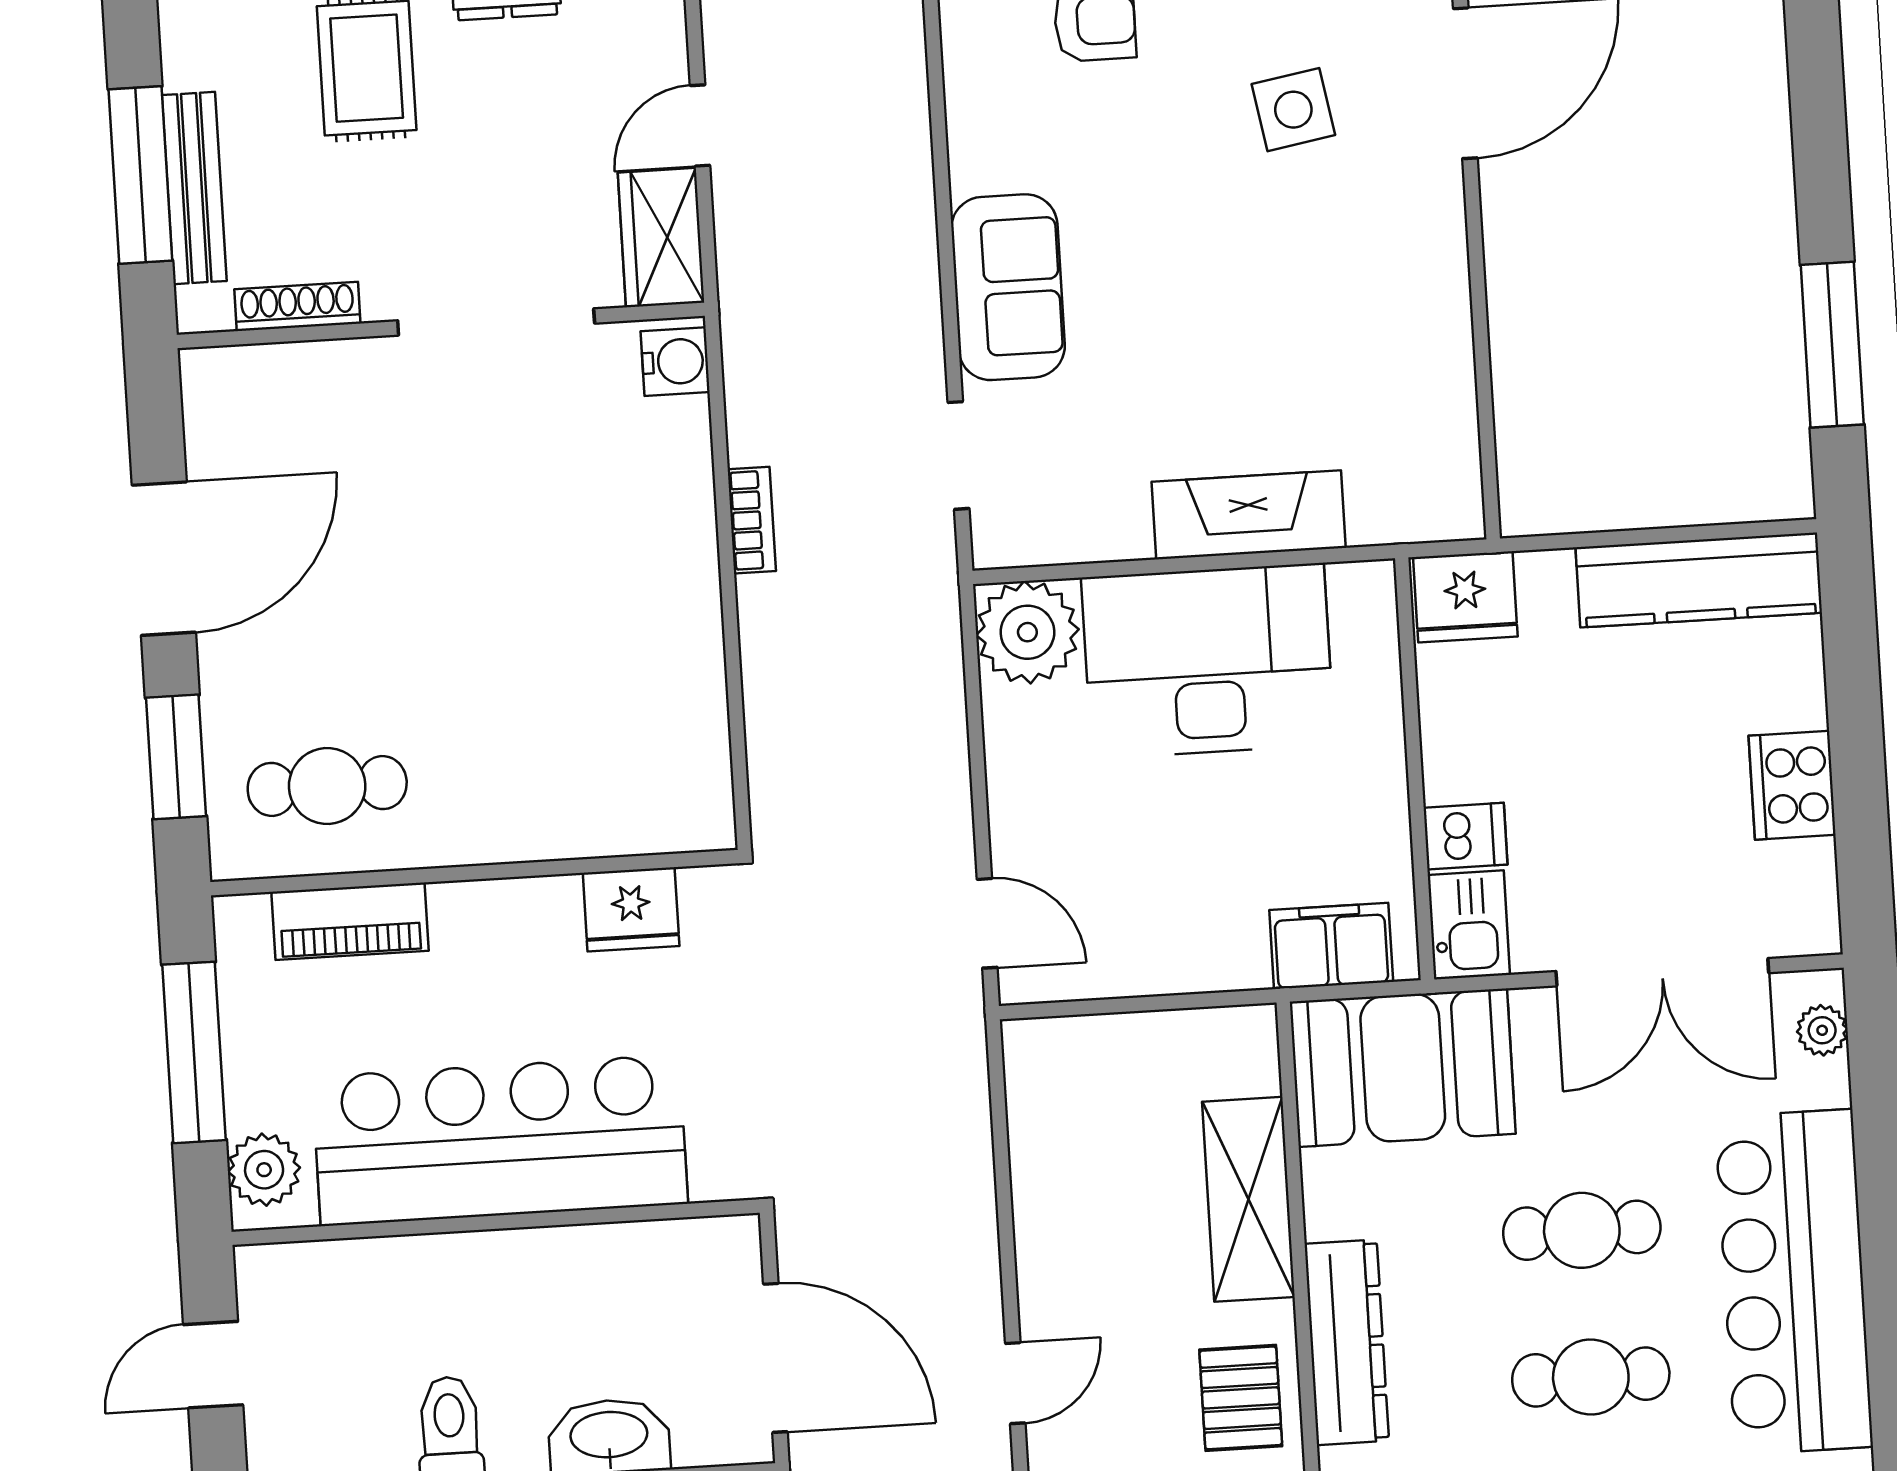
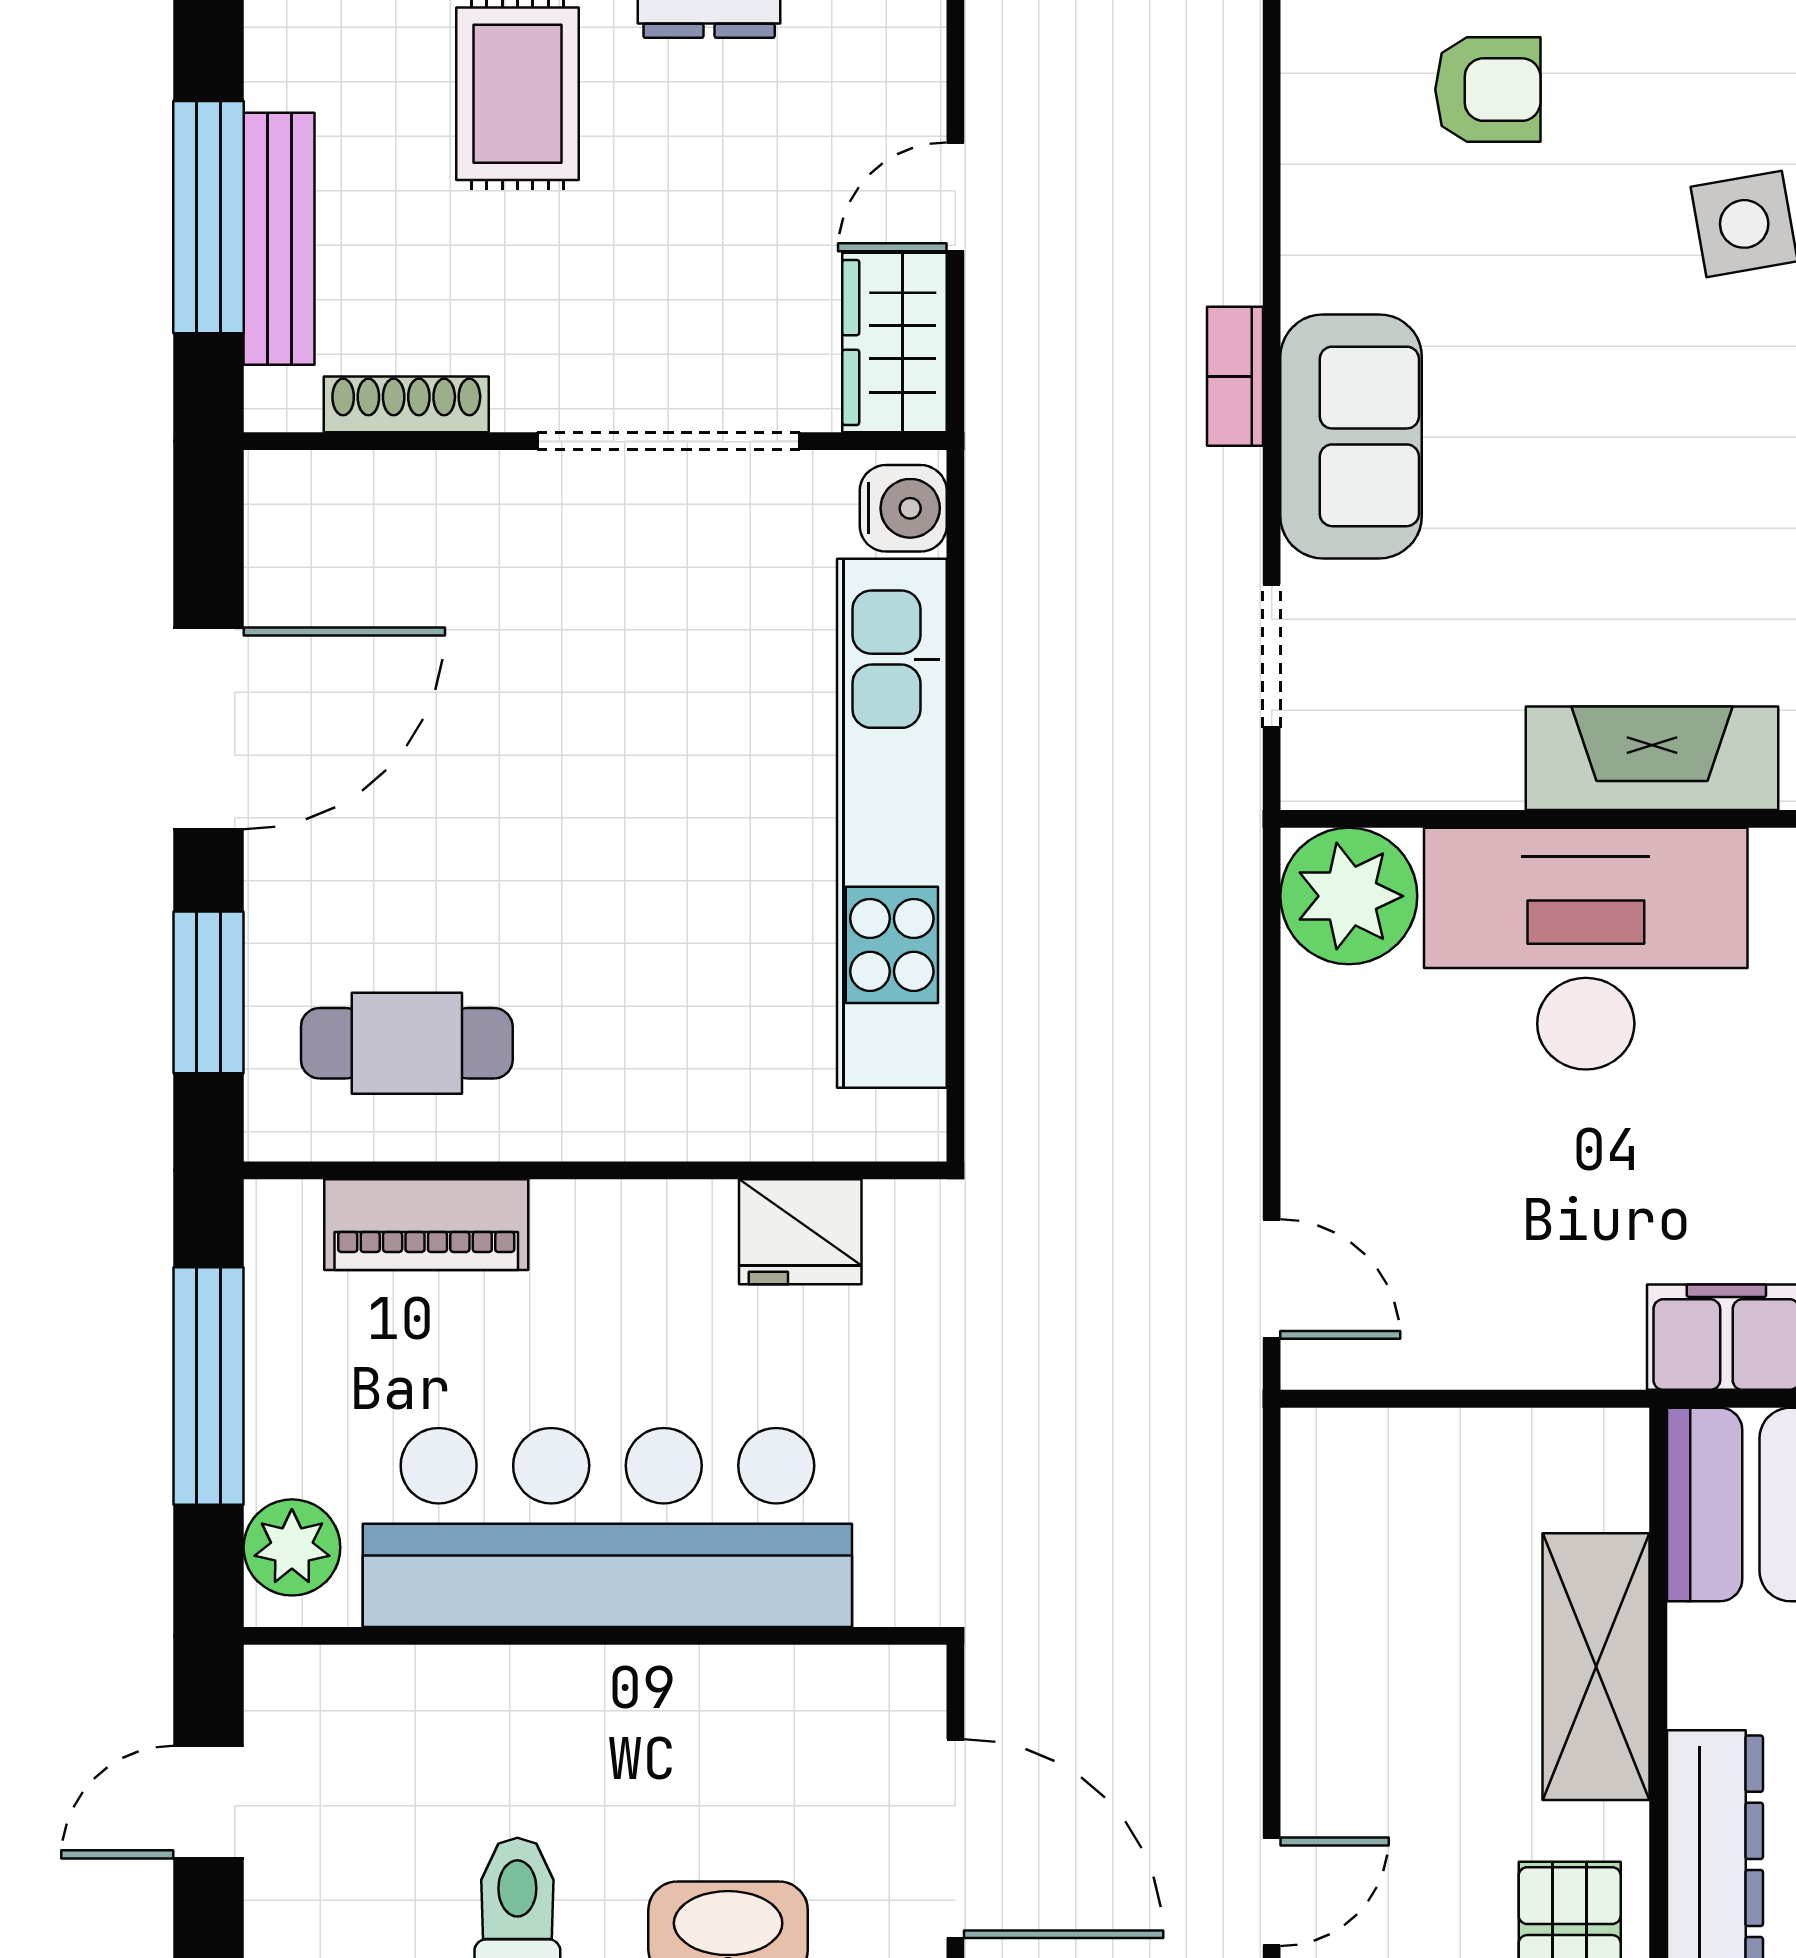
bookcase: (752, 520) -> (1235, 376), moved, turned 180
kitchen unit: (681, 599) -> (892, 823), added

